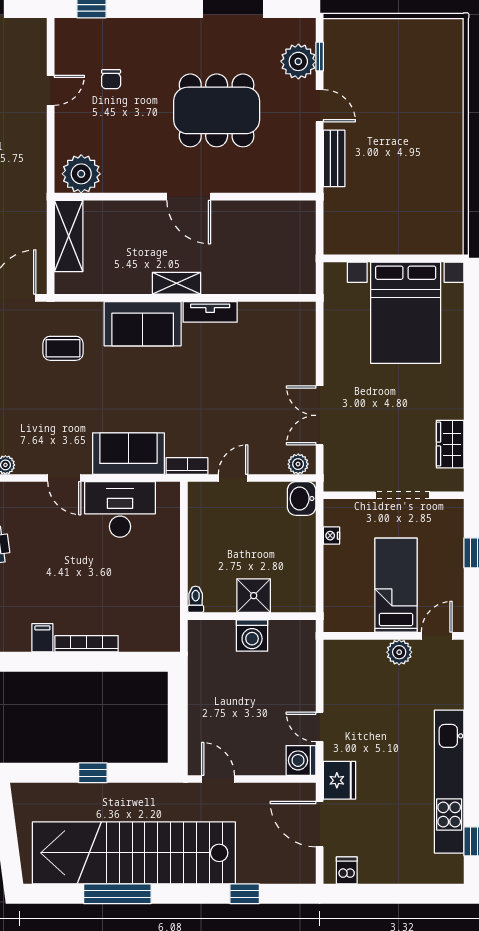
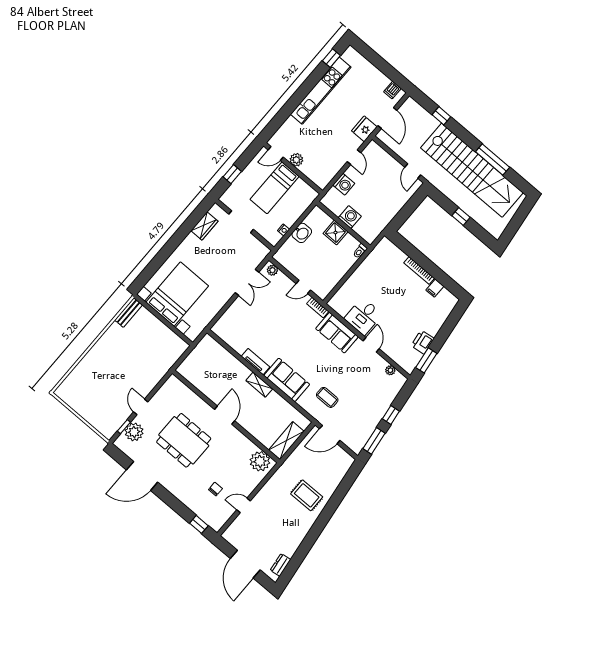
bench: (334, 158) -> (128, 312), moved
washbasin: (302, 499) -> (302, 233), moved
desk: (120, 509) -> (363, 316), width x0.73
washing machine: (301, 760) -> (344, 184), moved

